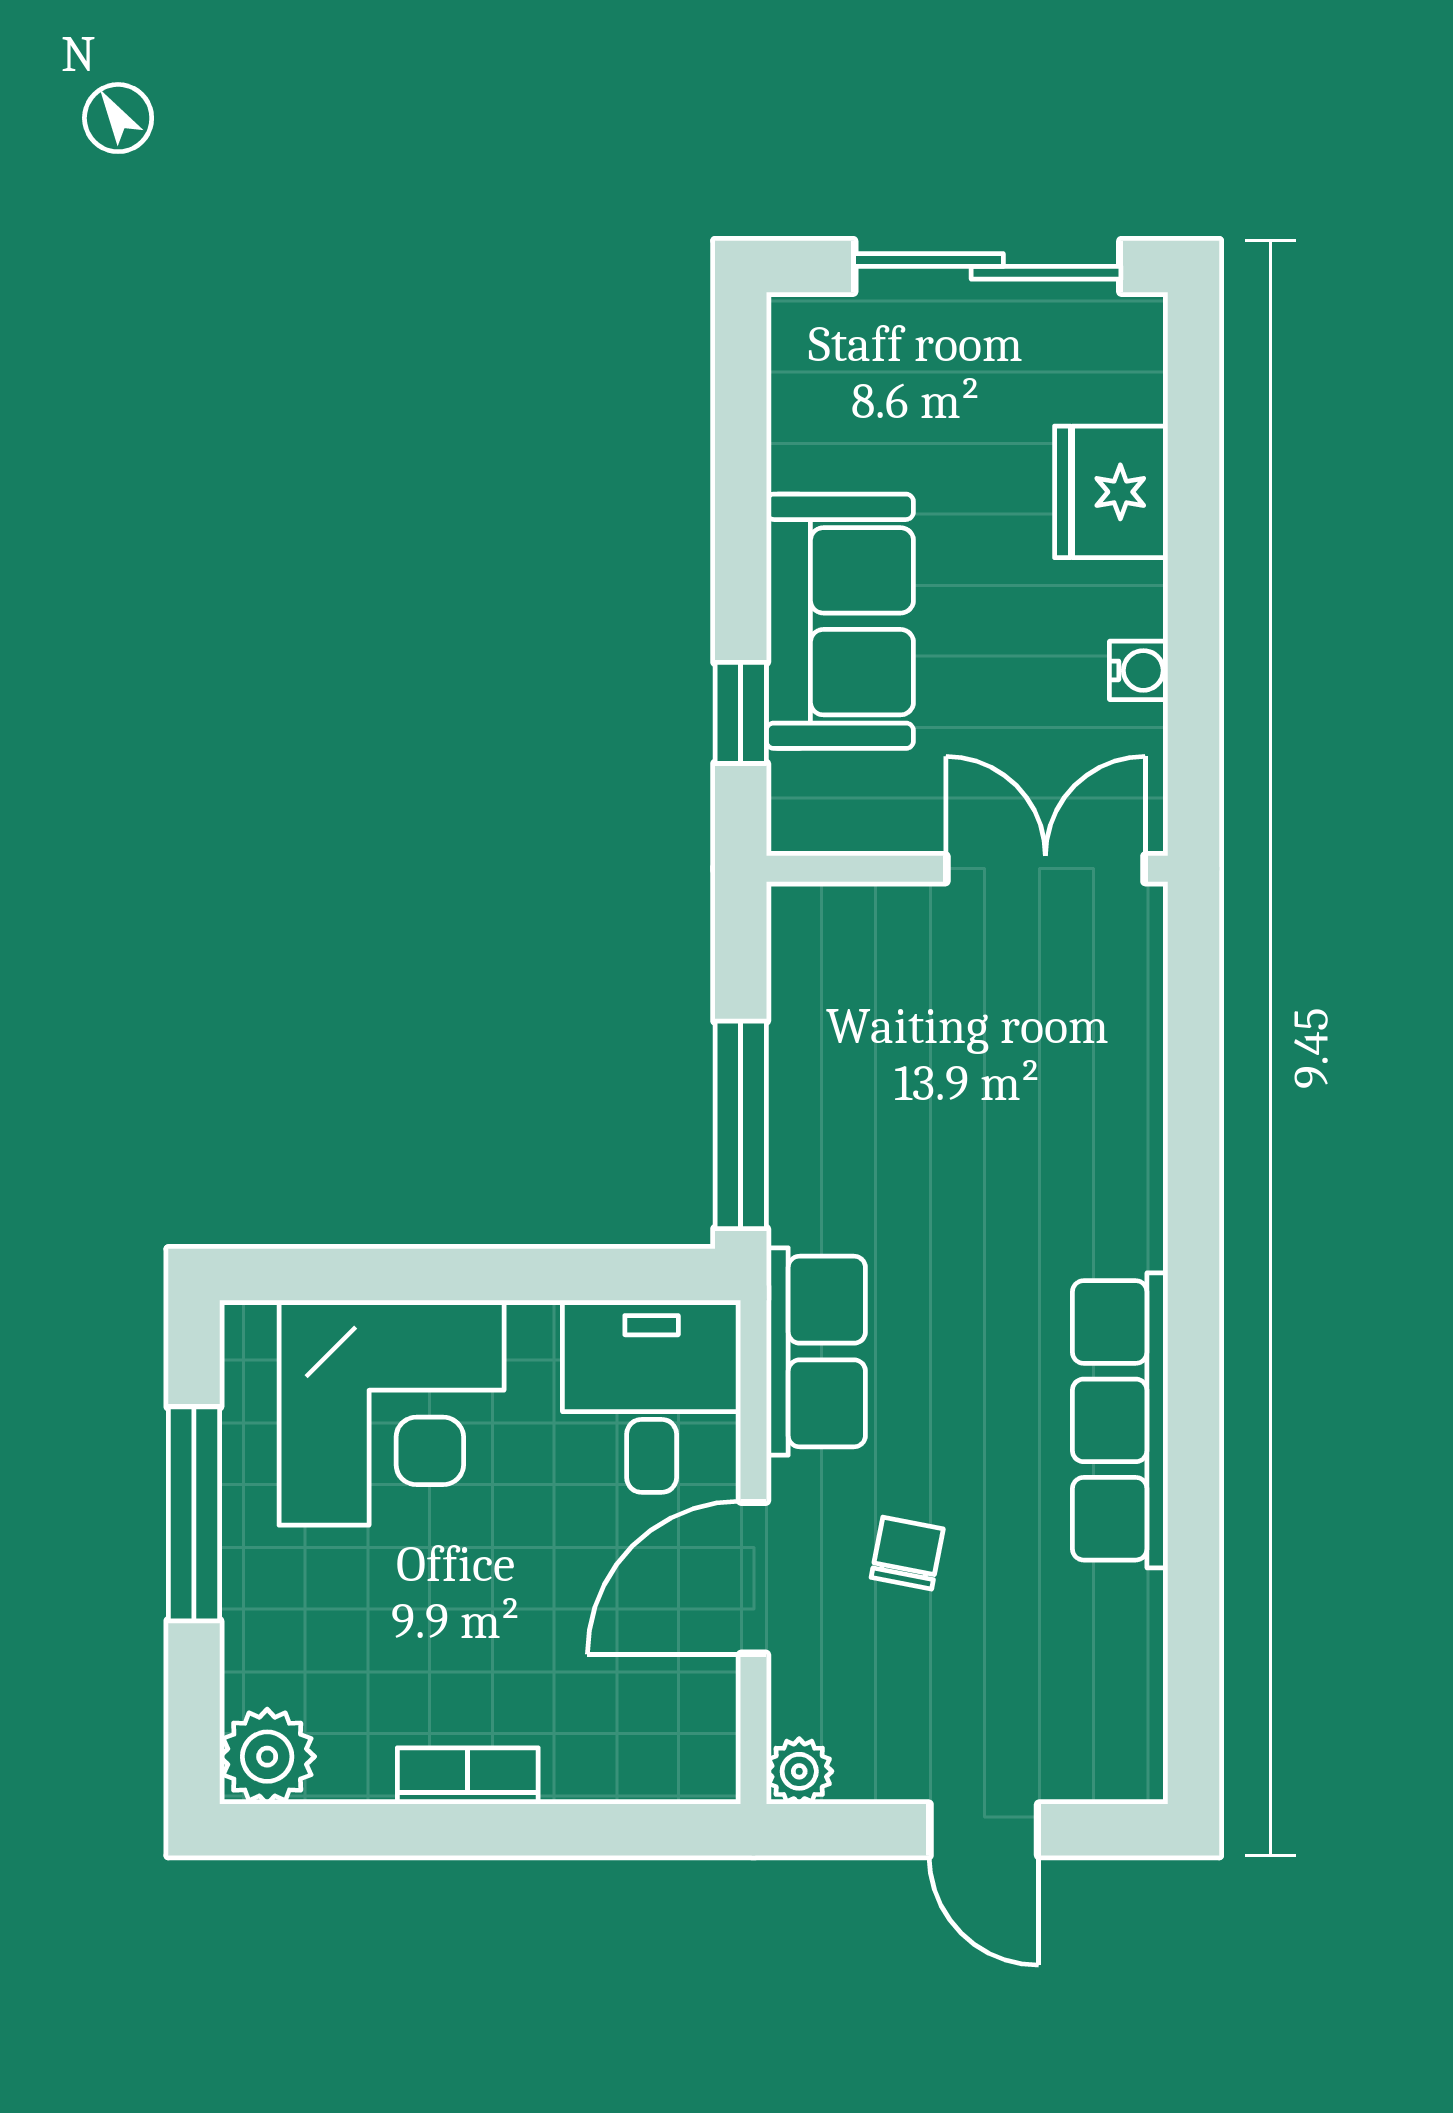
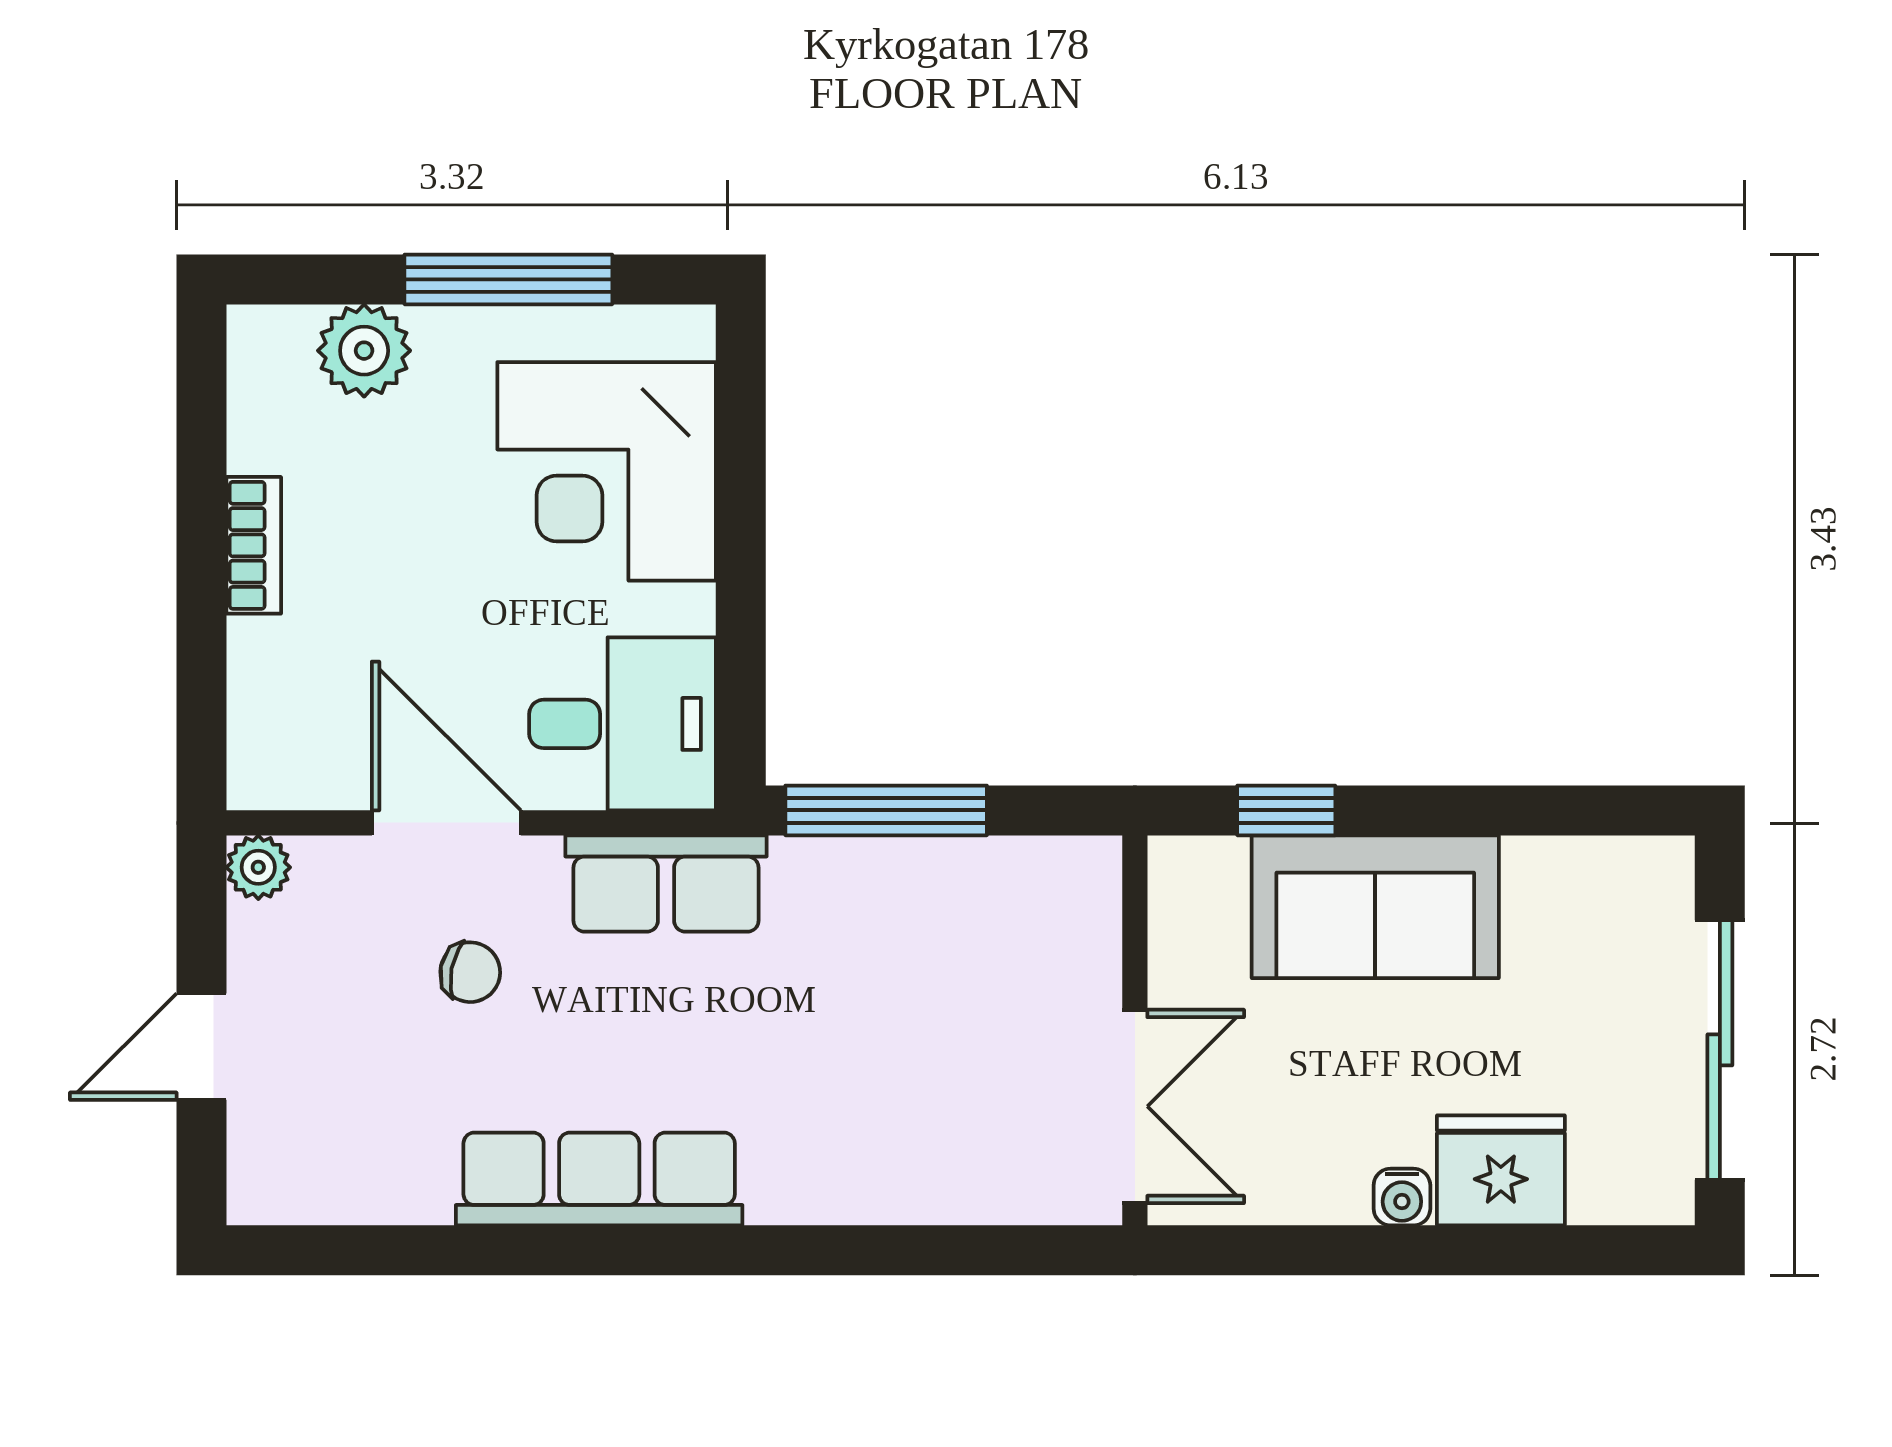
water cooler: (1139, 670) -> (1402, 1197), moved
plant: (267, 1757) -> (364, 351), moved

